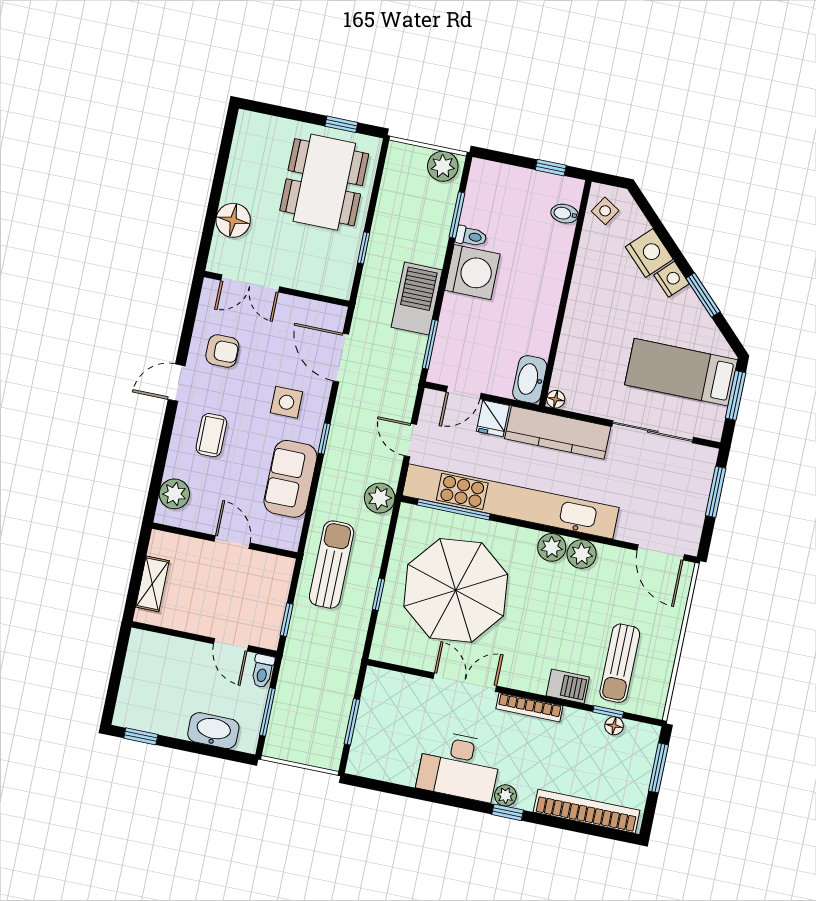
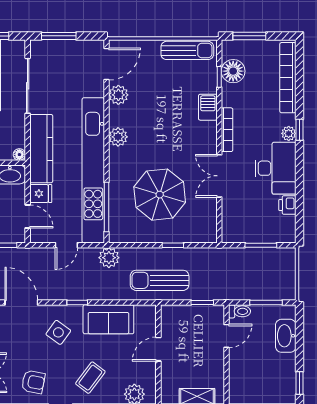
armchair: (222, 351) -> (33, 382), turned 101
door: (341, 358) -> (21, 303), swing flipped
side table: (287, 402) -> (58, 332), turned 36
coffee table: (211, 435) -> (90, 378), turned -53
plant: (582, 554) -> (118, 95), moved
parasol: (456, 590) -> (160, 195), width x0.73, depth x0.73
sun lounger: (620, 663) -> (187, 50), moved
floor lamp: (614, 726) -> (233, 71), width x1.89, depth x1.89
printer: (402, 772) -> (287, 205), added

